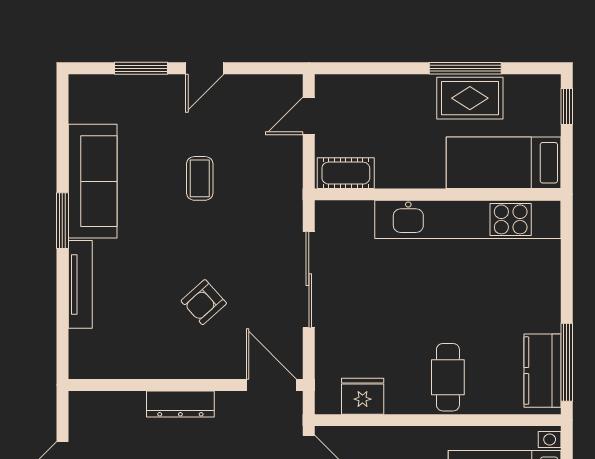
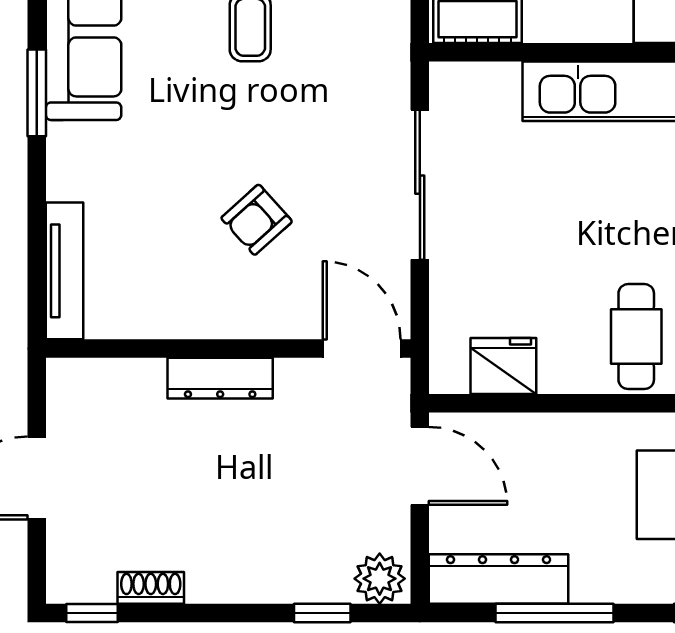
tv unit: (80, 284) -> (64, 271), moved

